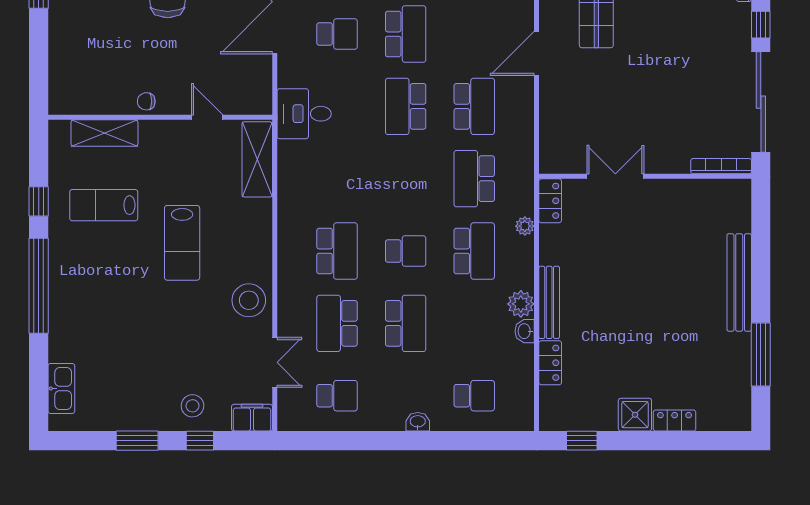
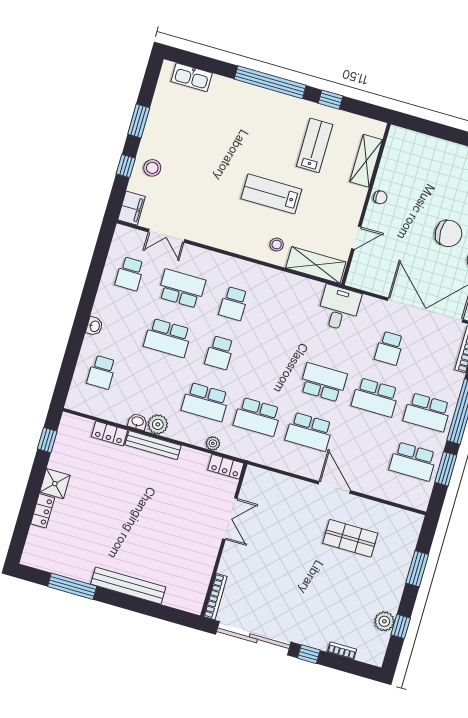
chair: (146, 101) -> (380, 197), turned 90
school desk: (474, 179) -> (257, 417), turned 180
school desk: (337, 251) -> (234, 303), width x0.54
stool: (249, 300) -> (277, 245), moved, width x0.53, depth x0.53

